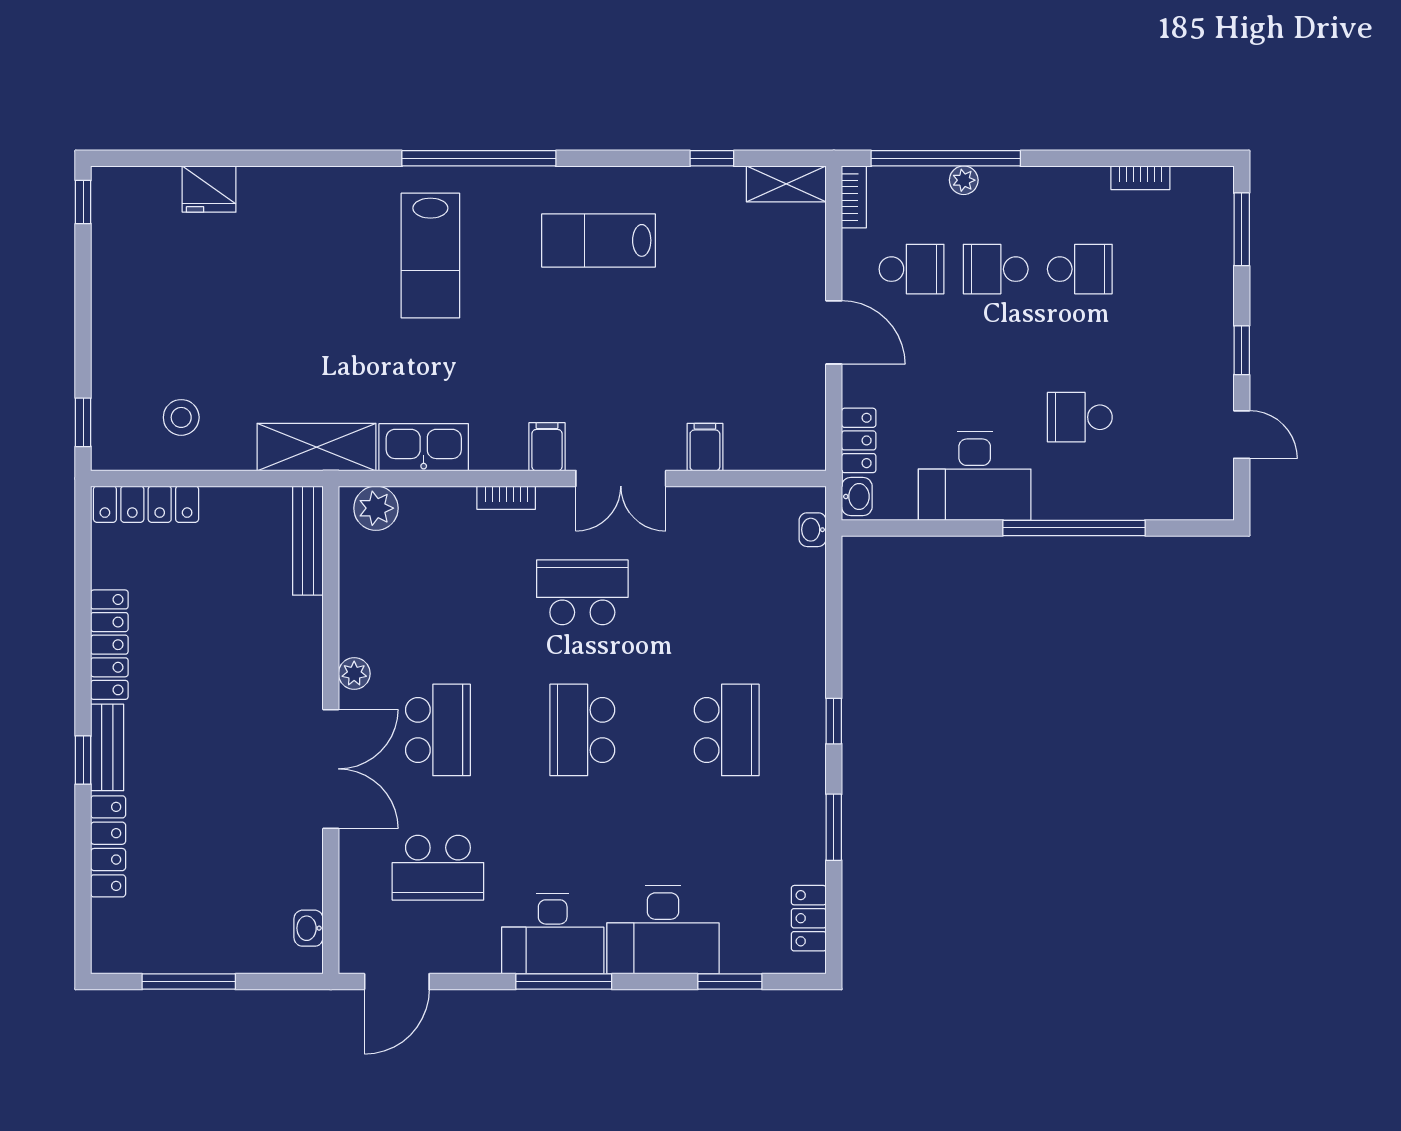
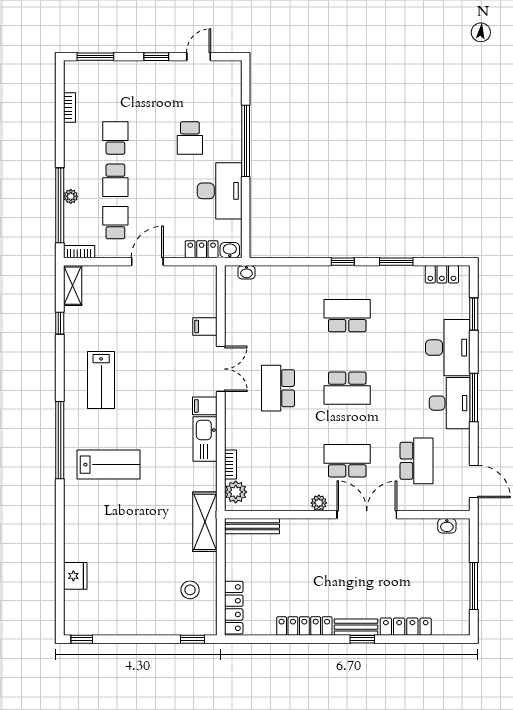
kitchen sink: (424, 447) -> (205, 439), moved
bookcase: (506, 498) -> (230, 465), moved

